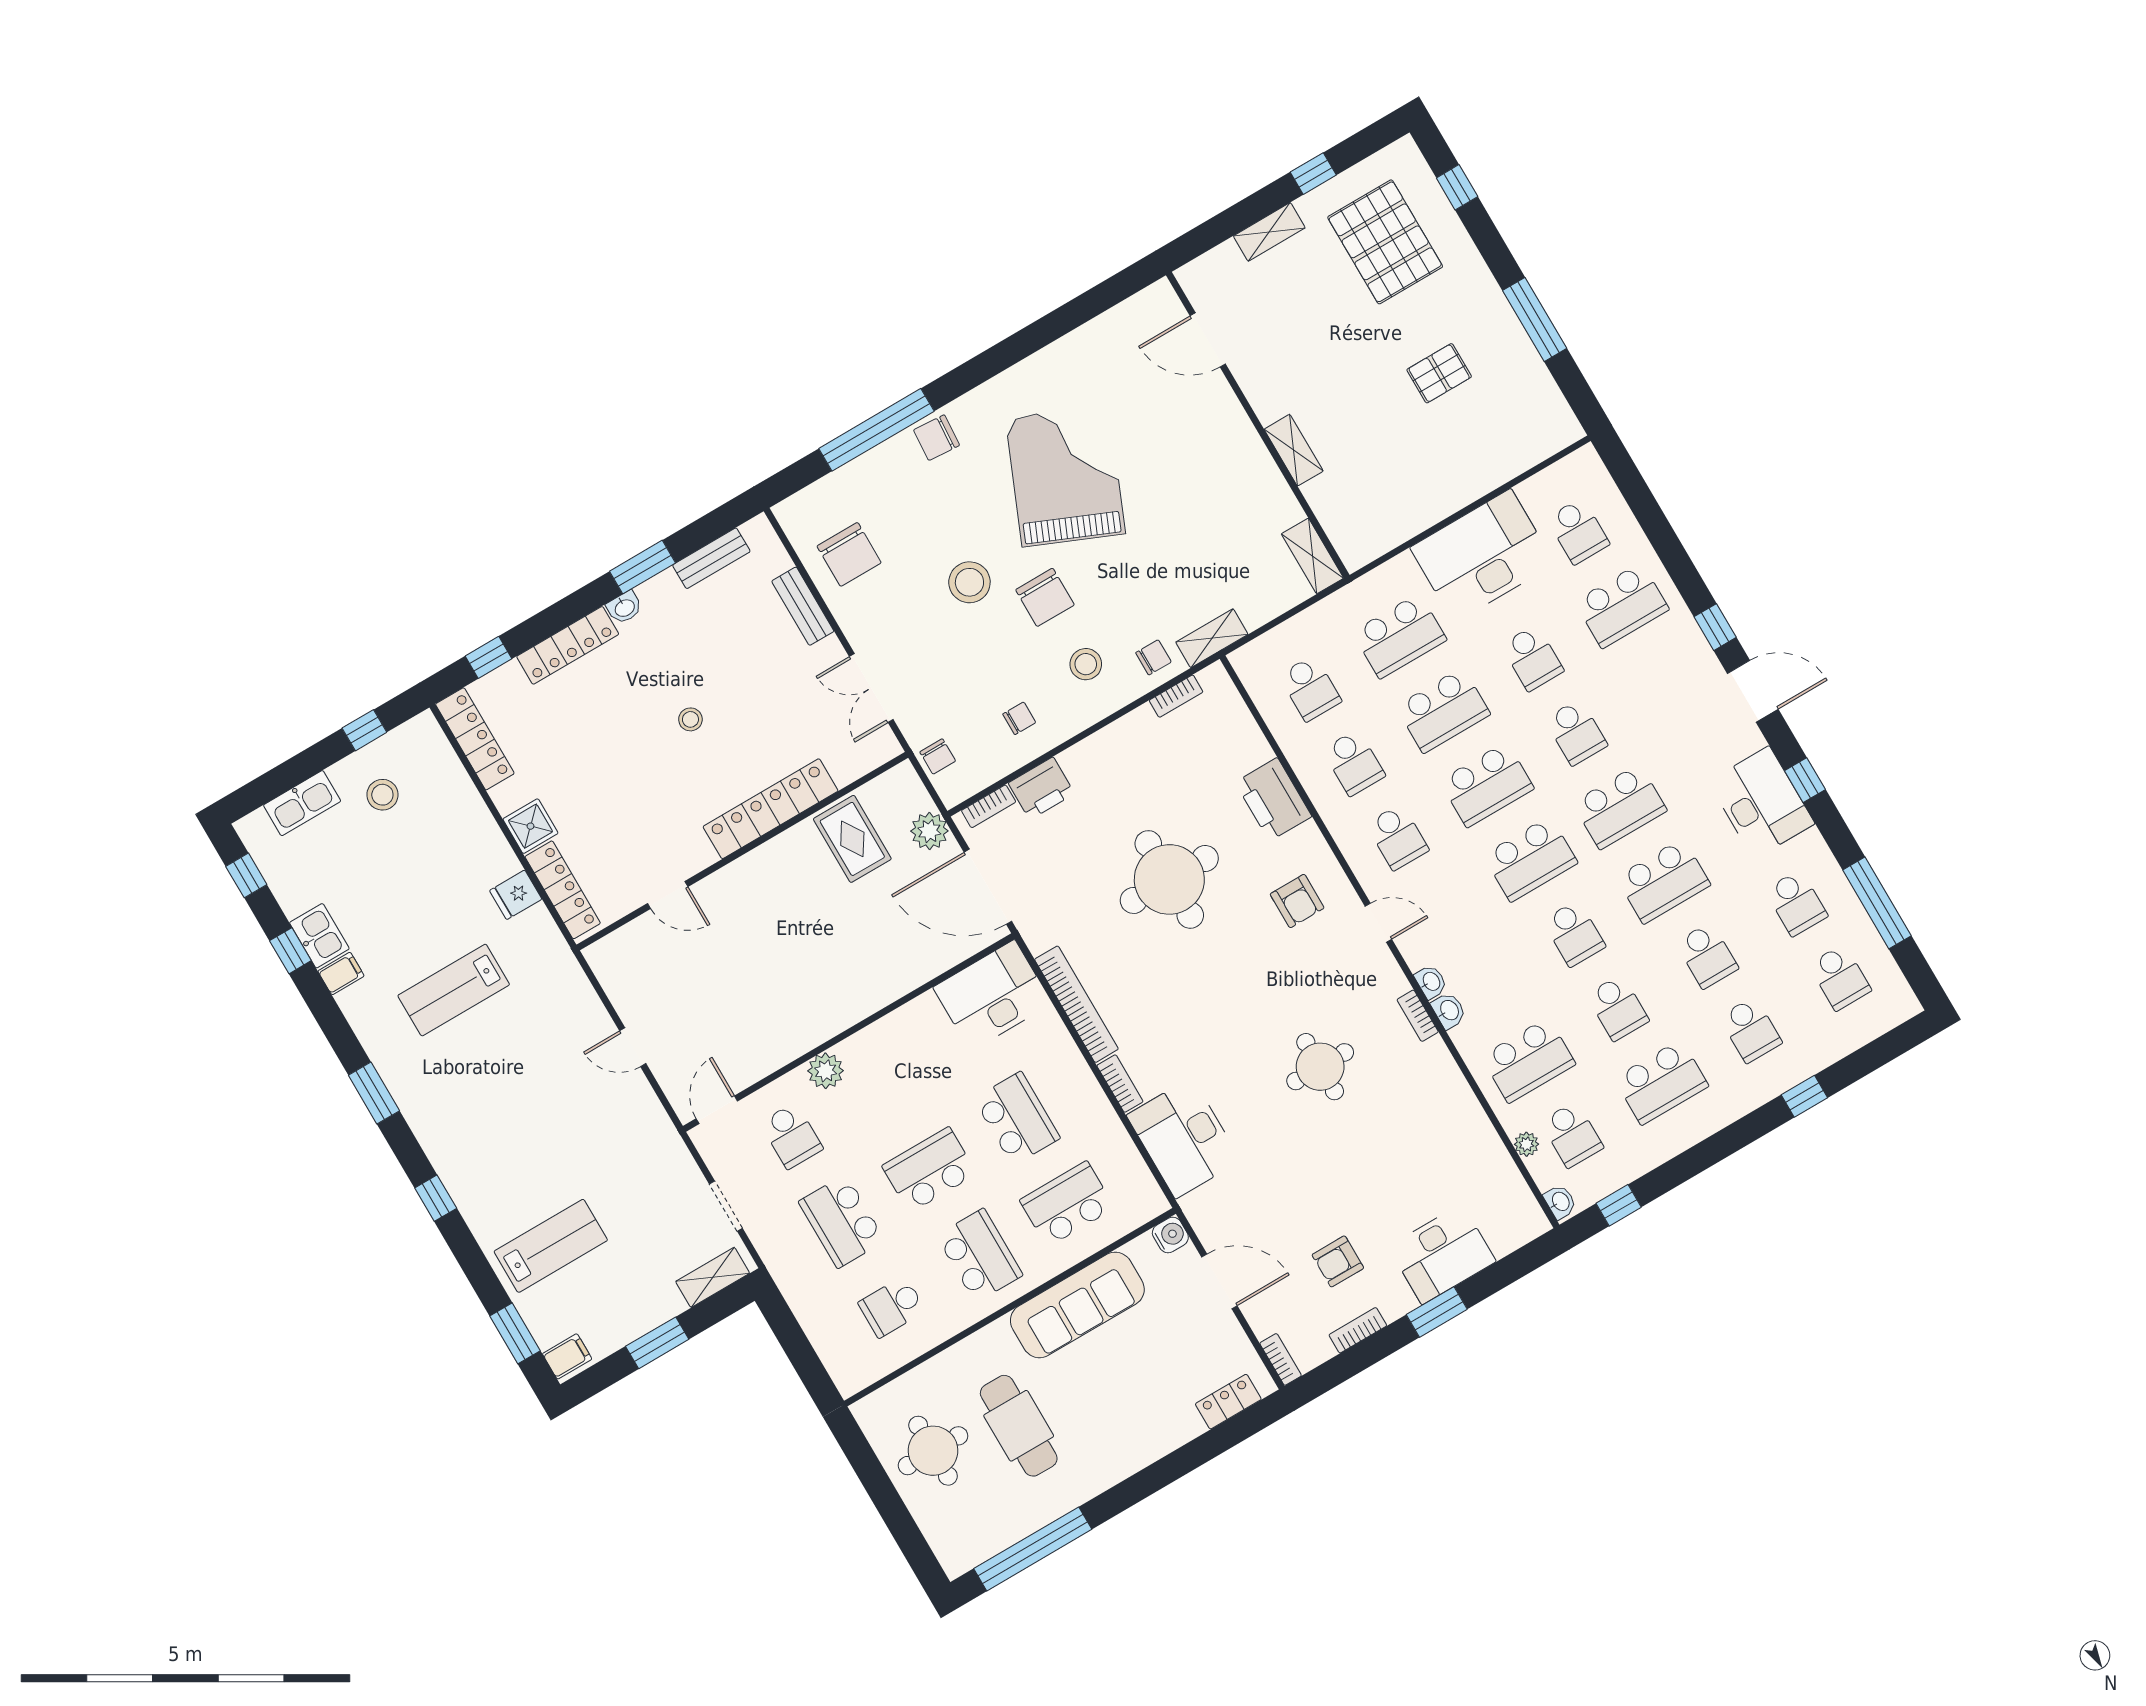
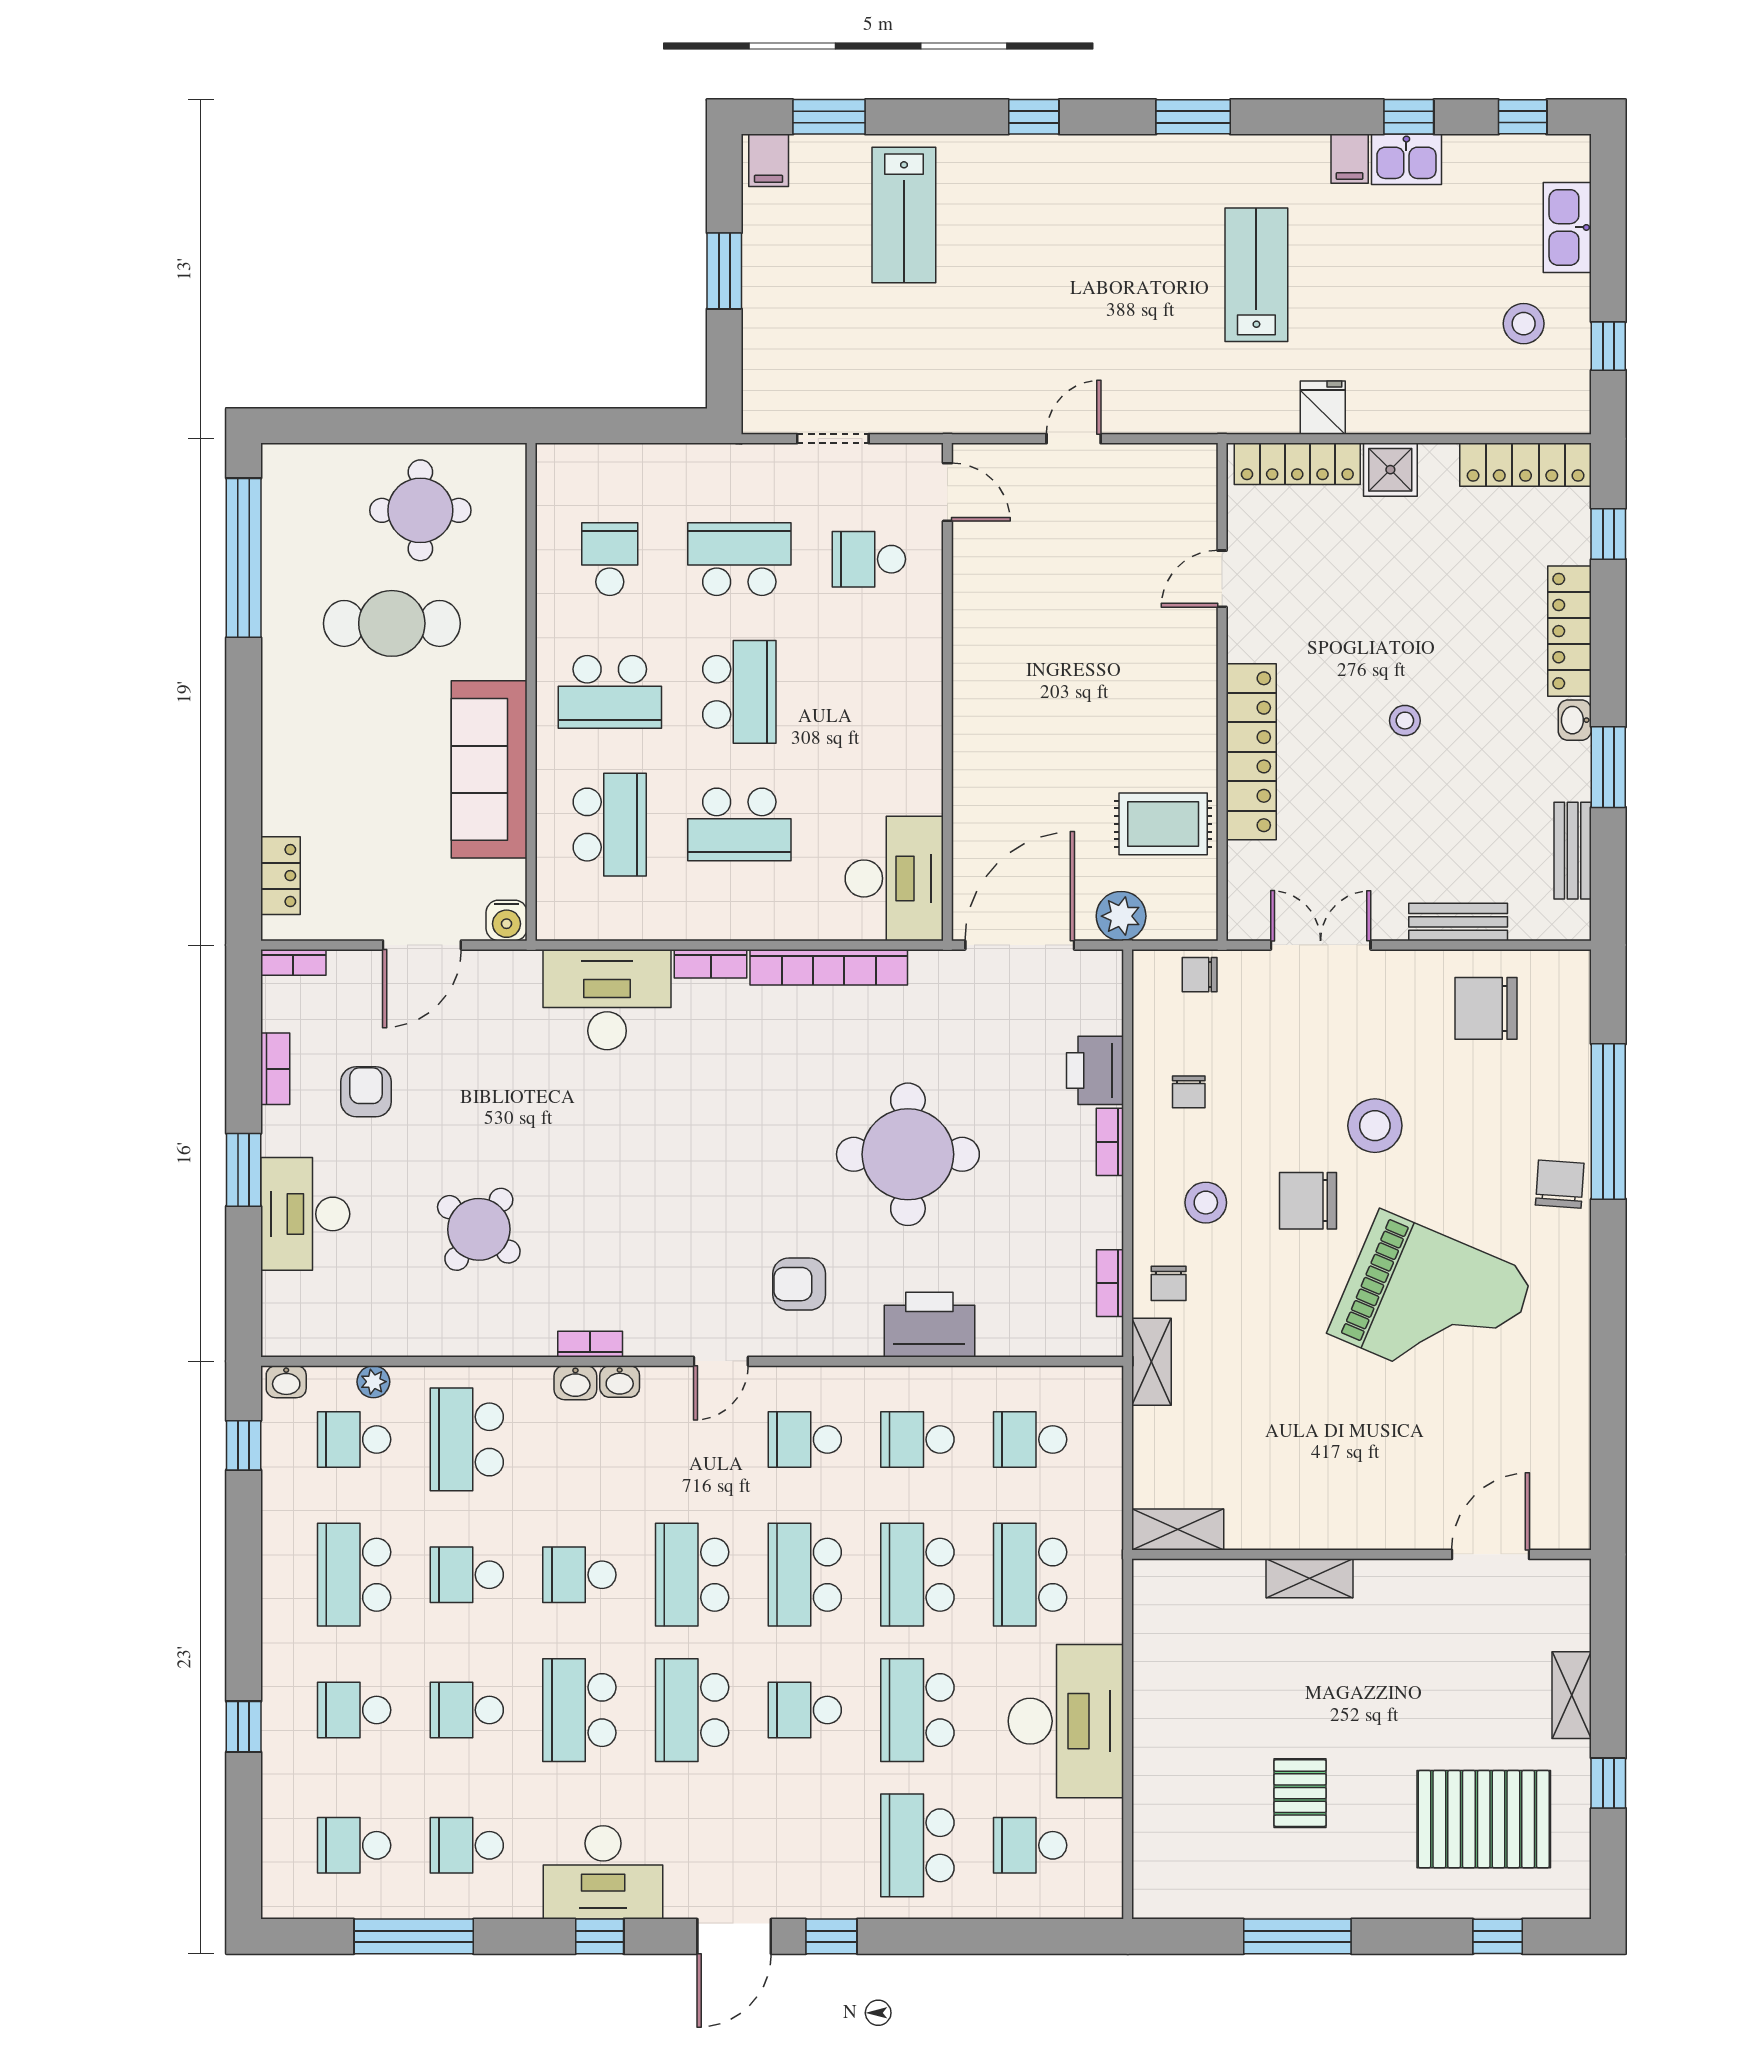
school desk: (1532, 658) -> (917, 1710), width x1.85
bookcase: (989, 806) -> (1110, 1142), moved
round table: (1320, 1067) -> (479, 1229), moved, turned 37
plant: (826, 1071) -> (919, 640), removed
shelving: (713, 1277) -> (761, 377), removed

